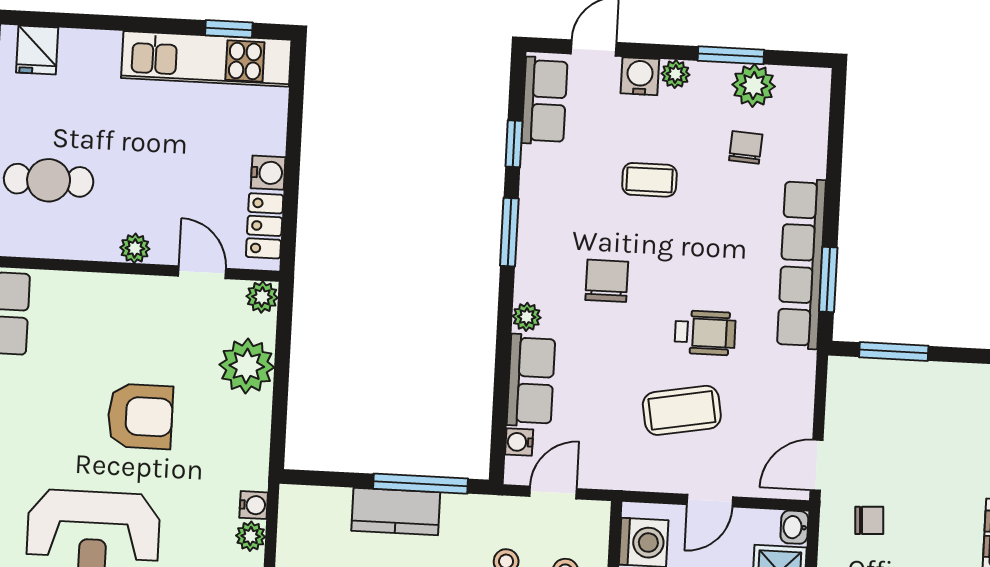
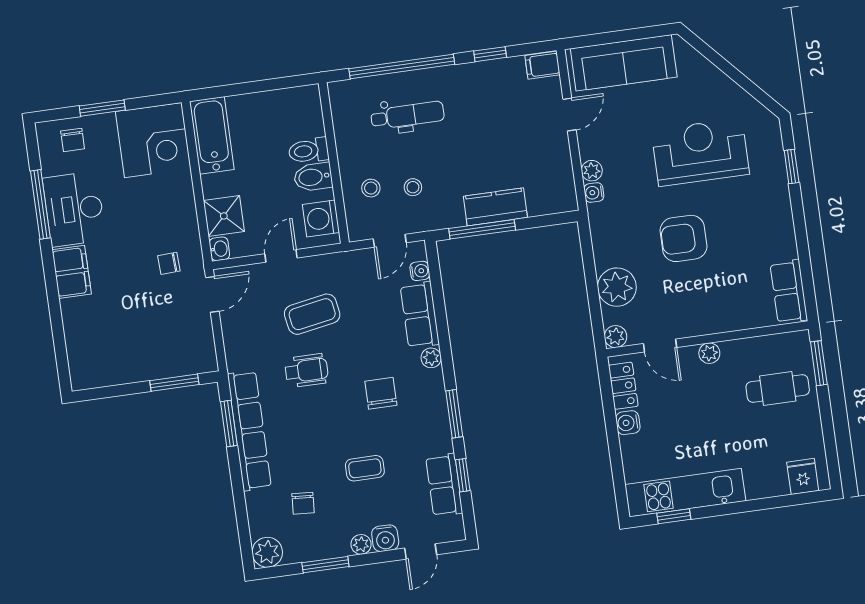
plant: (754, 85) -> (267, 552), moved
row of seats: (545, 101) -> (444, 485), moved
chair: (607, 281) -> (381, 393), turned 180
wheelchair: (705, 333) -> (306, 371), turned 180

